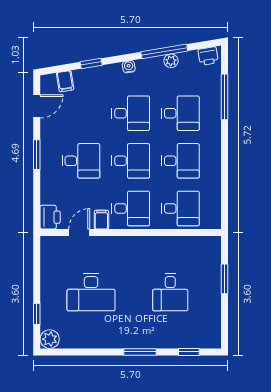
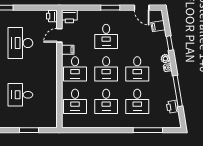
printer: (208, 56) -> (172, 107), moved
plant: (171, 61) -> (165, 59), moved
door: (79, 233) -> (59, 35), swing flipped
printer: (50, 244) -> (52, 16), added

